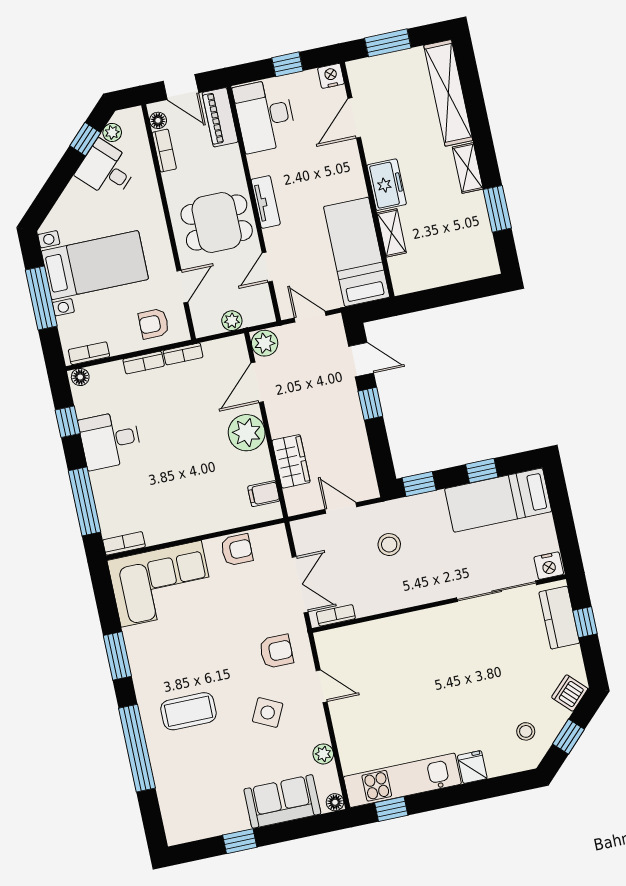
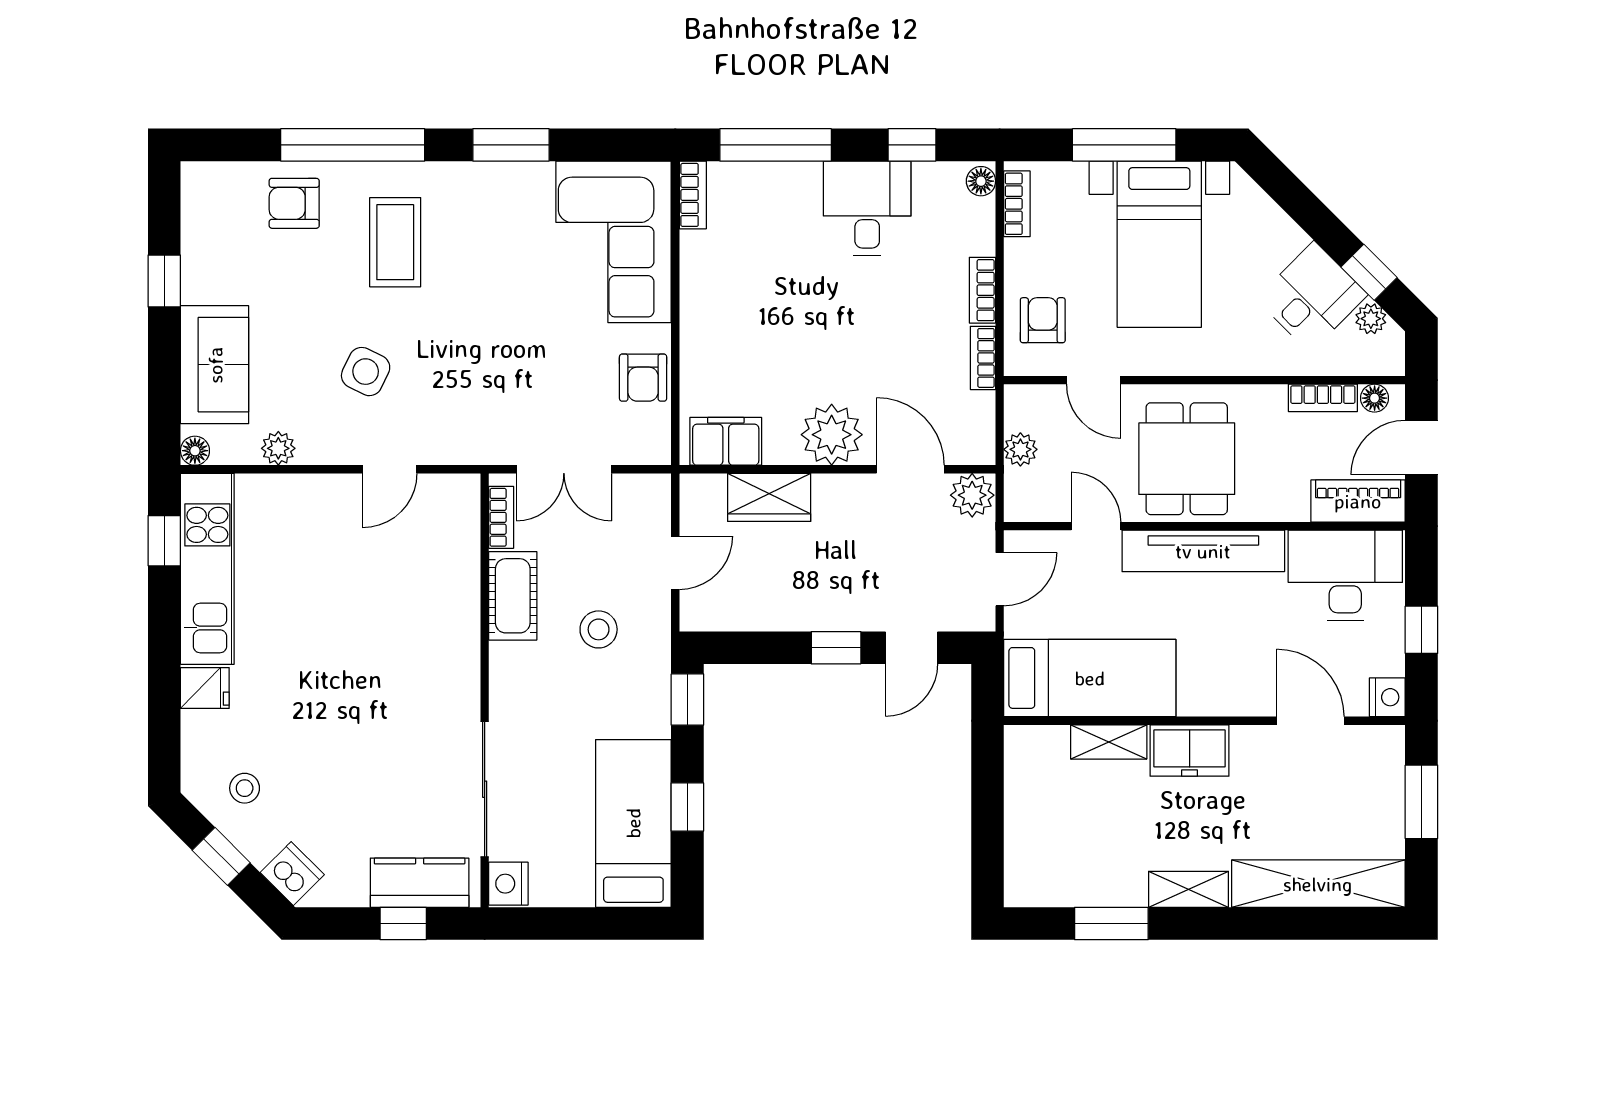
tv unit: (266, 202) -> (1203, 551), width x1.92, depth x1.29
filing cabinet: (264, 494) -> (726, 441), width x2.00
cot: (380, 599) -> (513, 596), added
armchair: (276, 651) -> (294, 203), moved, turned 90

